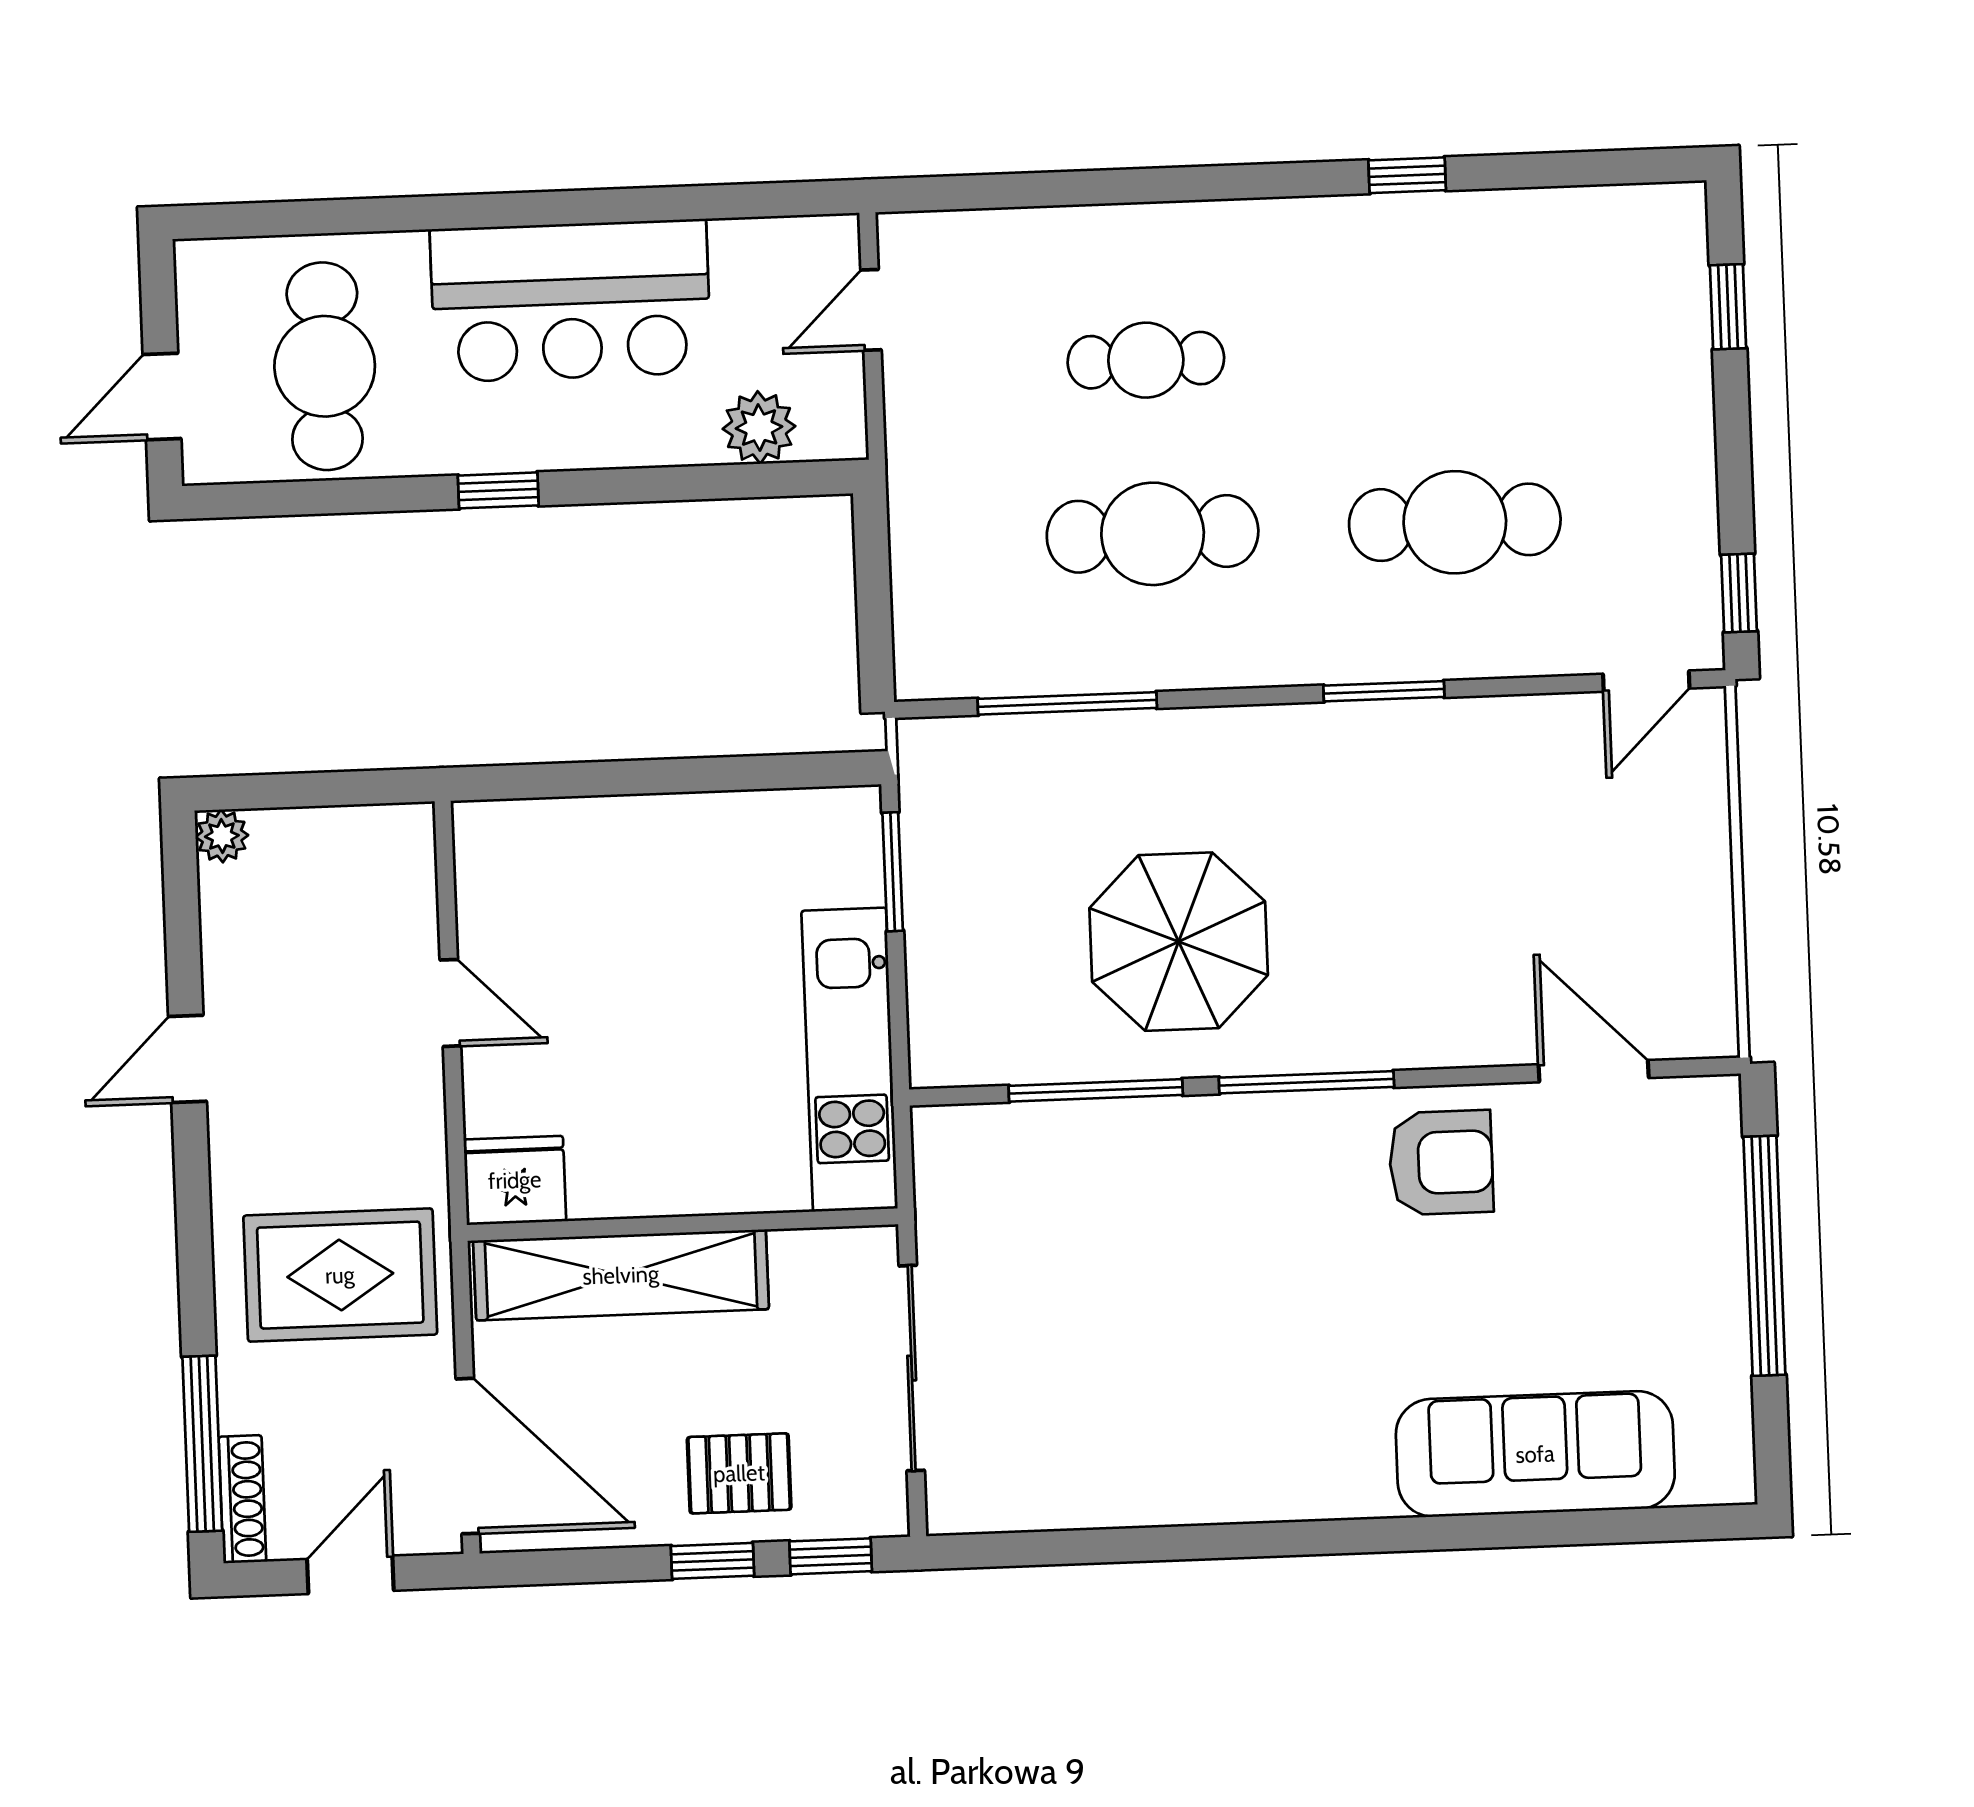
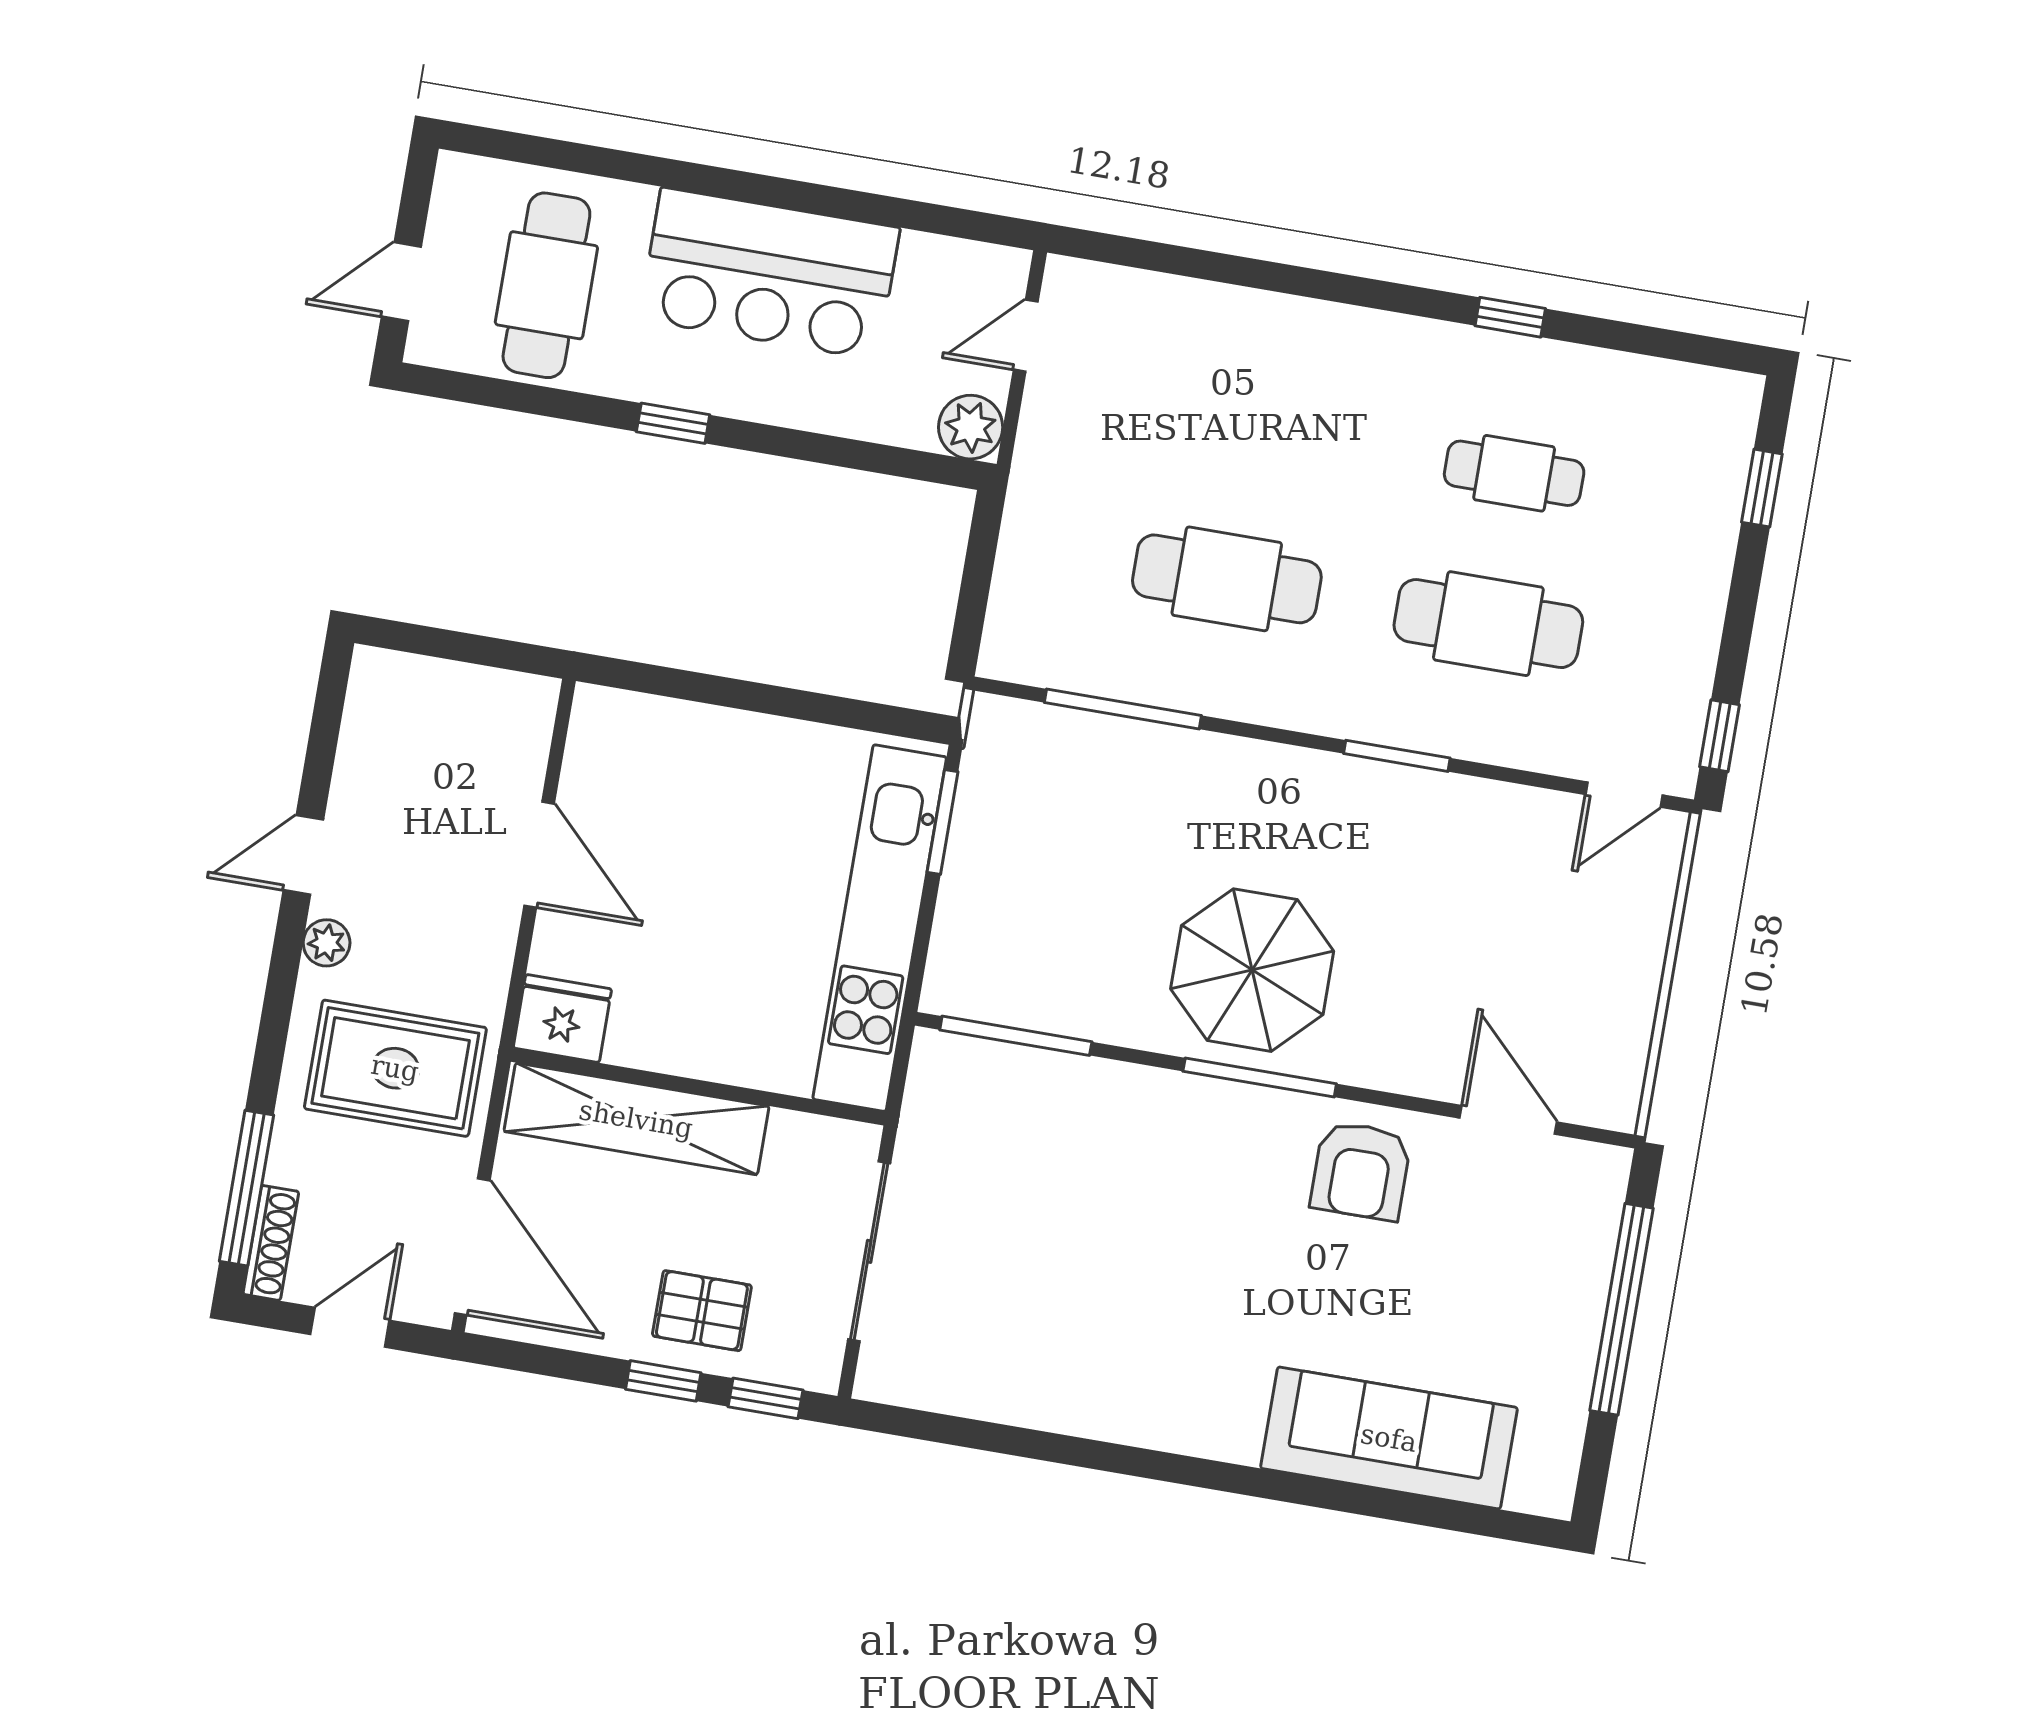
cafe table: (1146, 360) -> (1514, 473), moved
plant: (759, 427) -> (971, 427), moved
plant: (222, 836) -> (327, 943), moved
parasol: (1179, 942) -> (1252, 970), moved
door: (450, 1003) -> (539, 855), width x1.38
kitchen unit: (850, 1060) -> (880, 928), width x1.36
window: (1096, 1090) -> (1016, 1036), moved
armchair: (1441, 1163) -> (1361, 1171), turned 90

